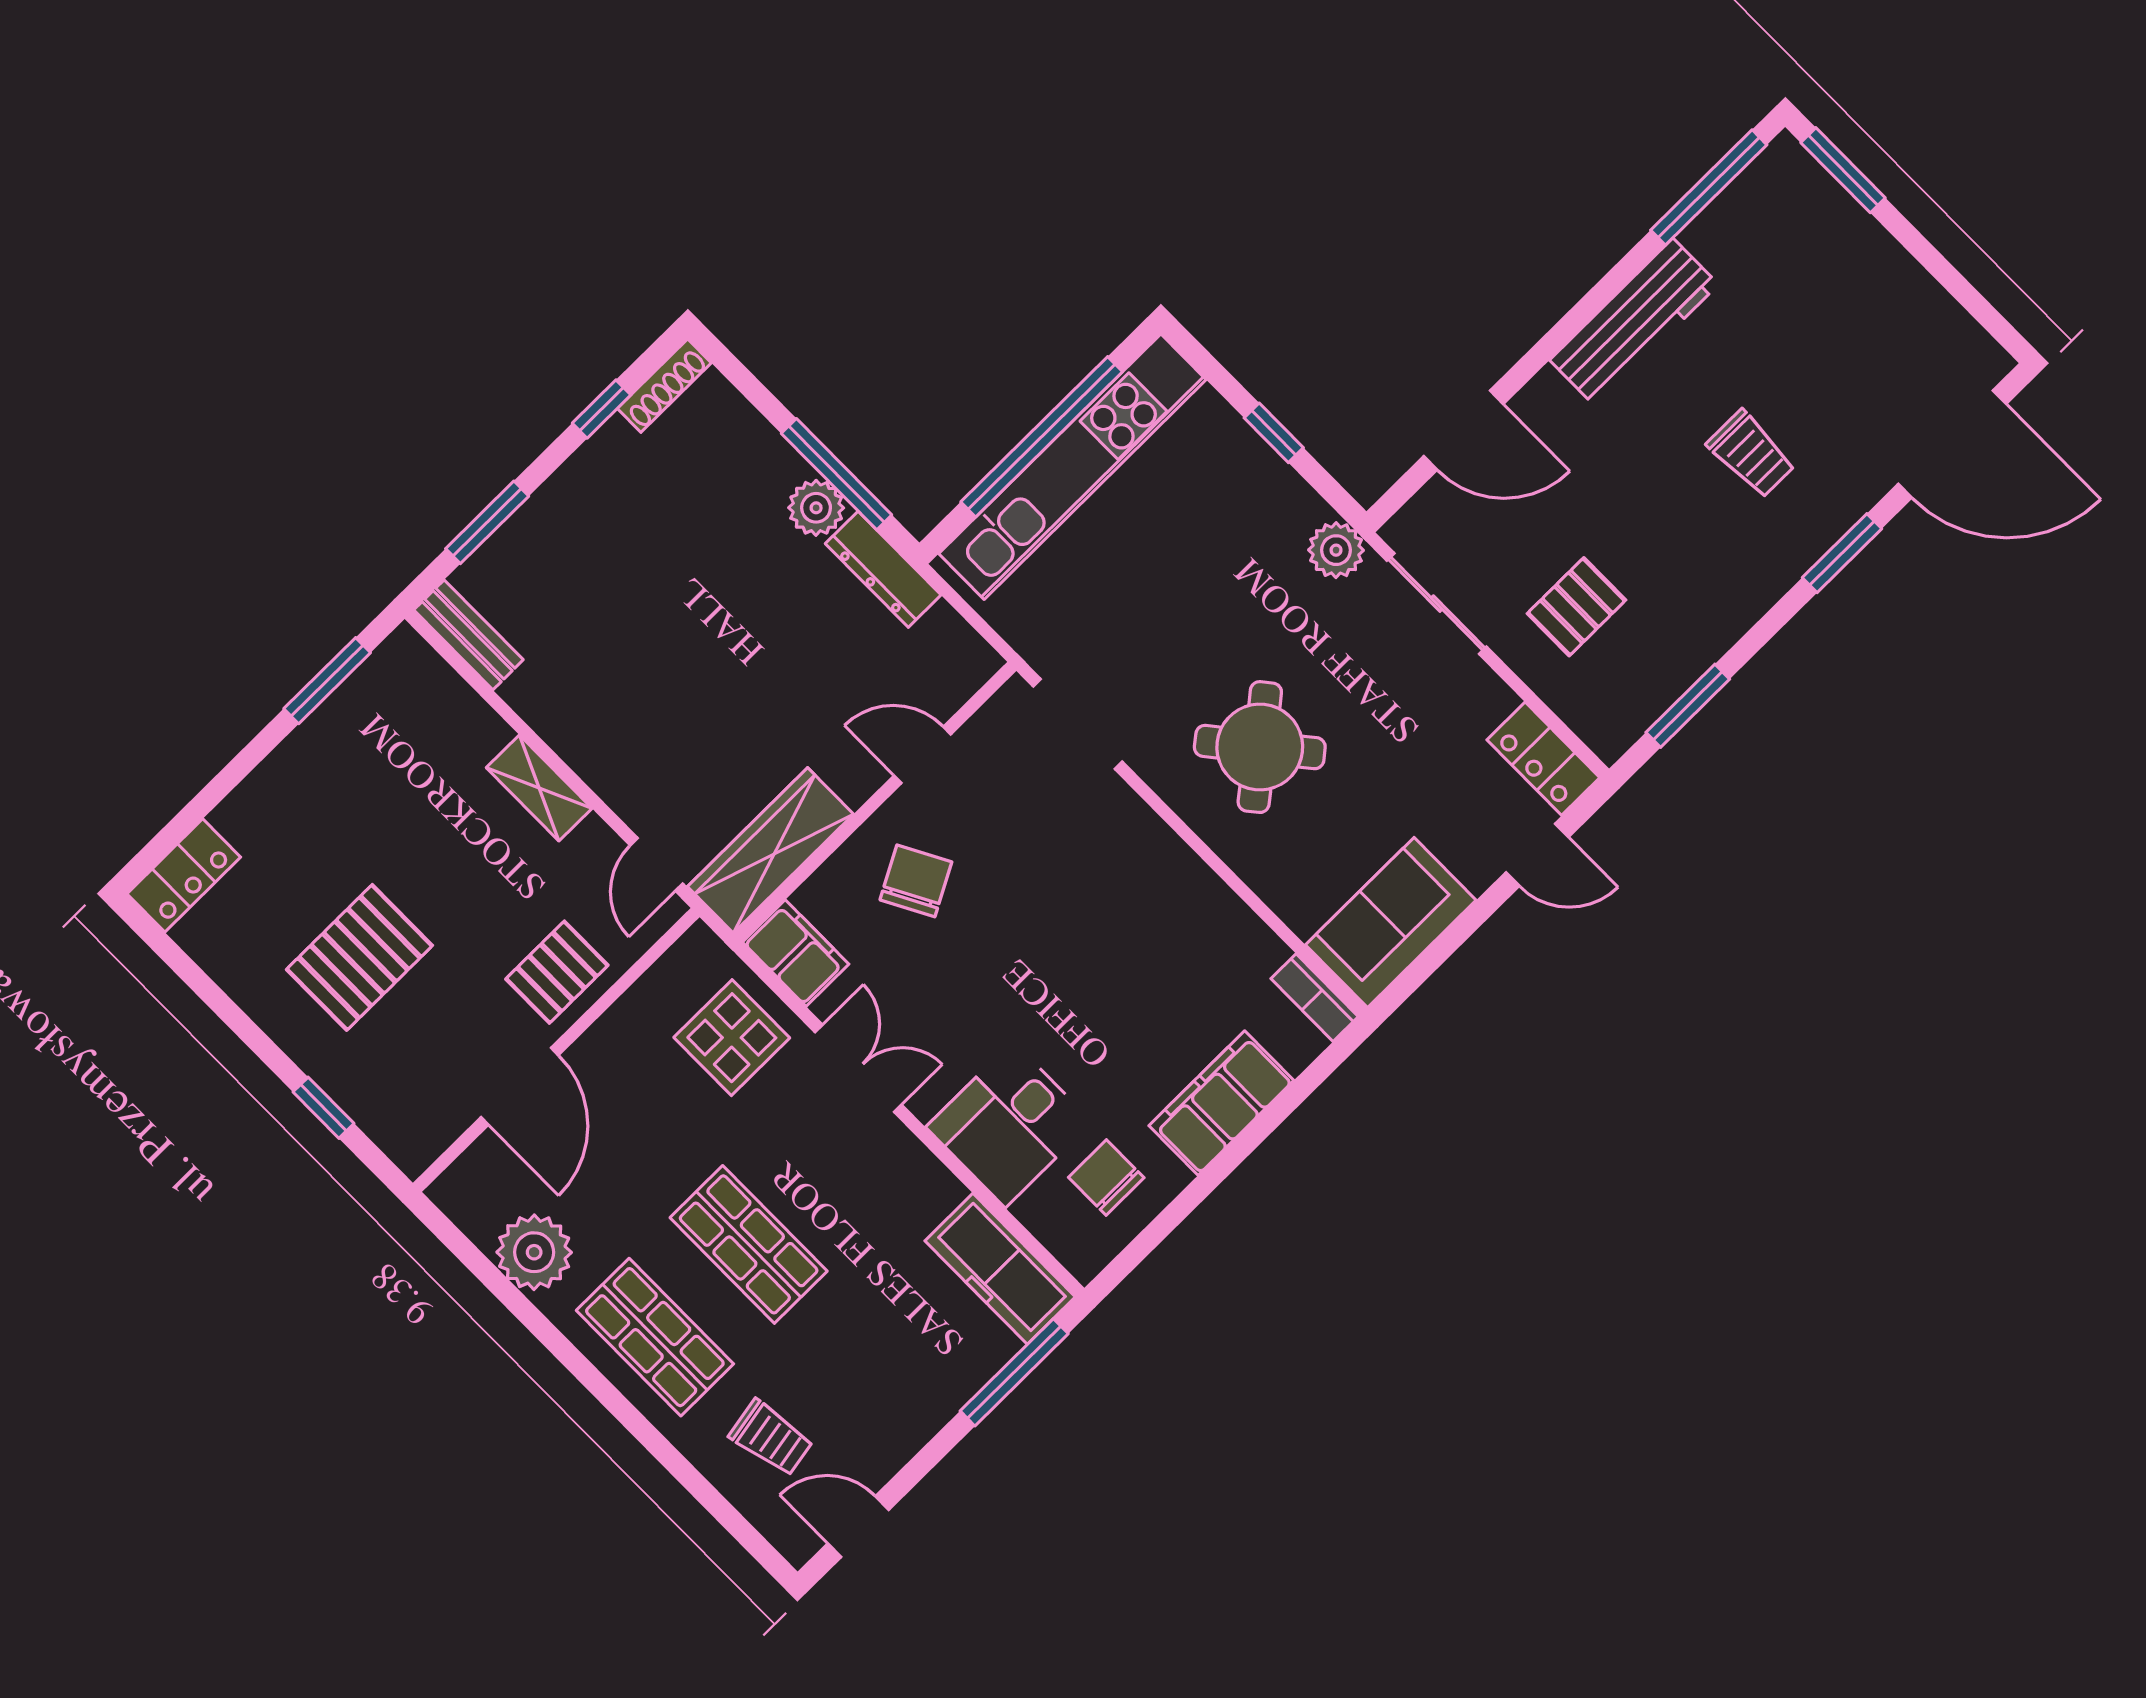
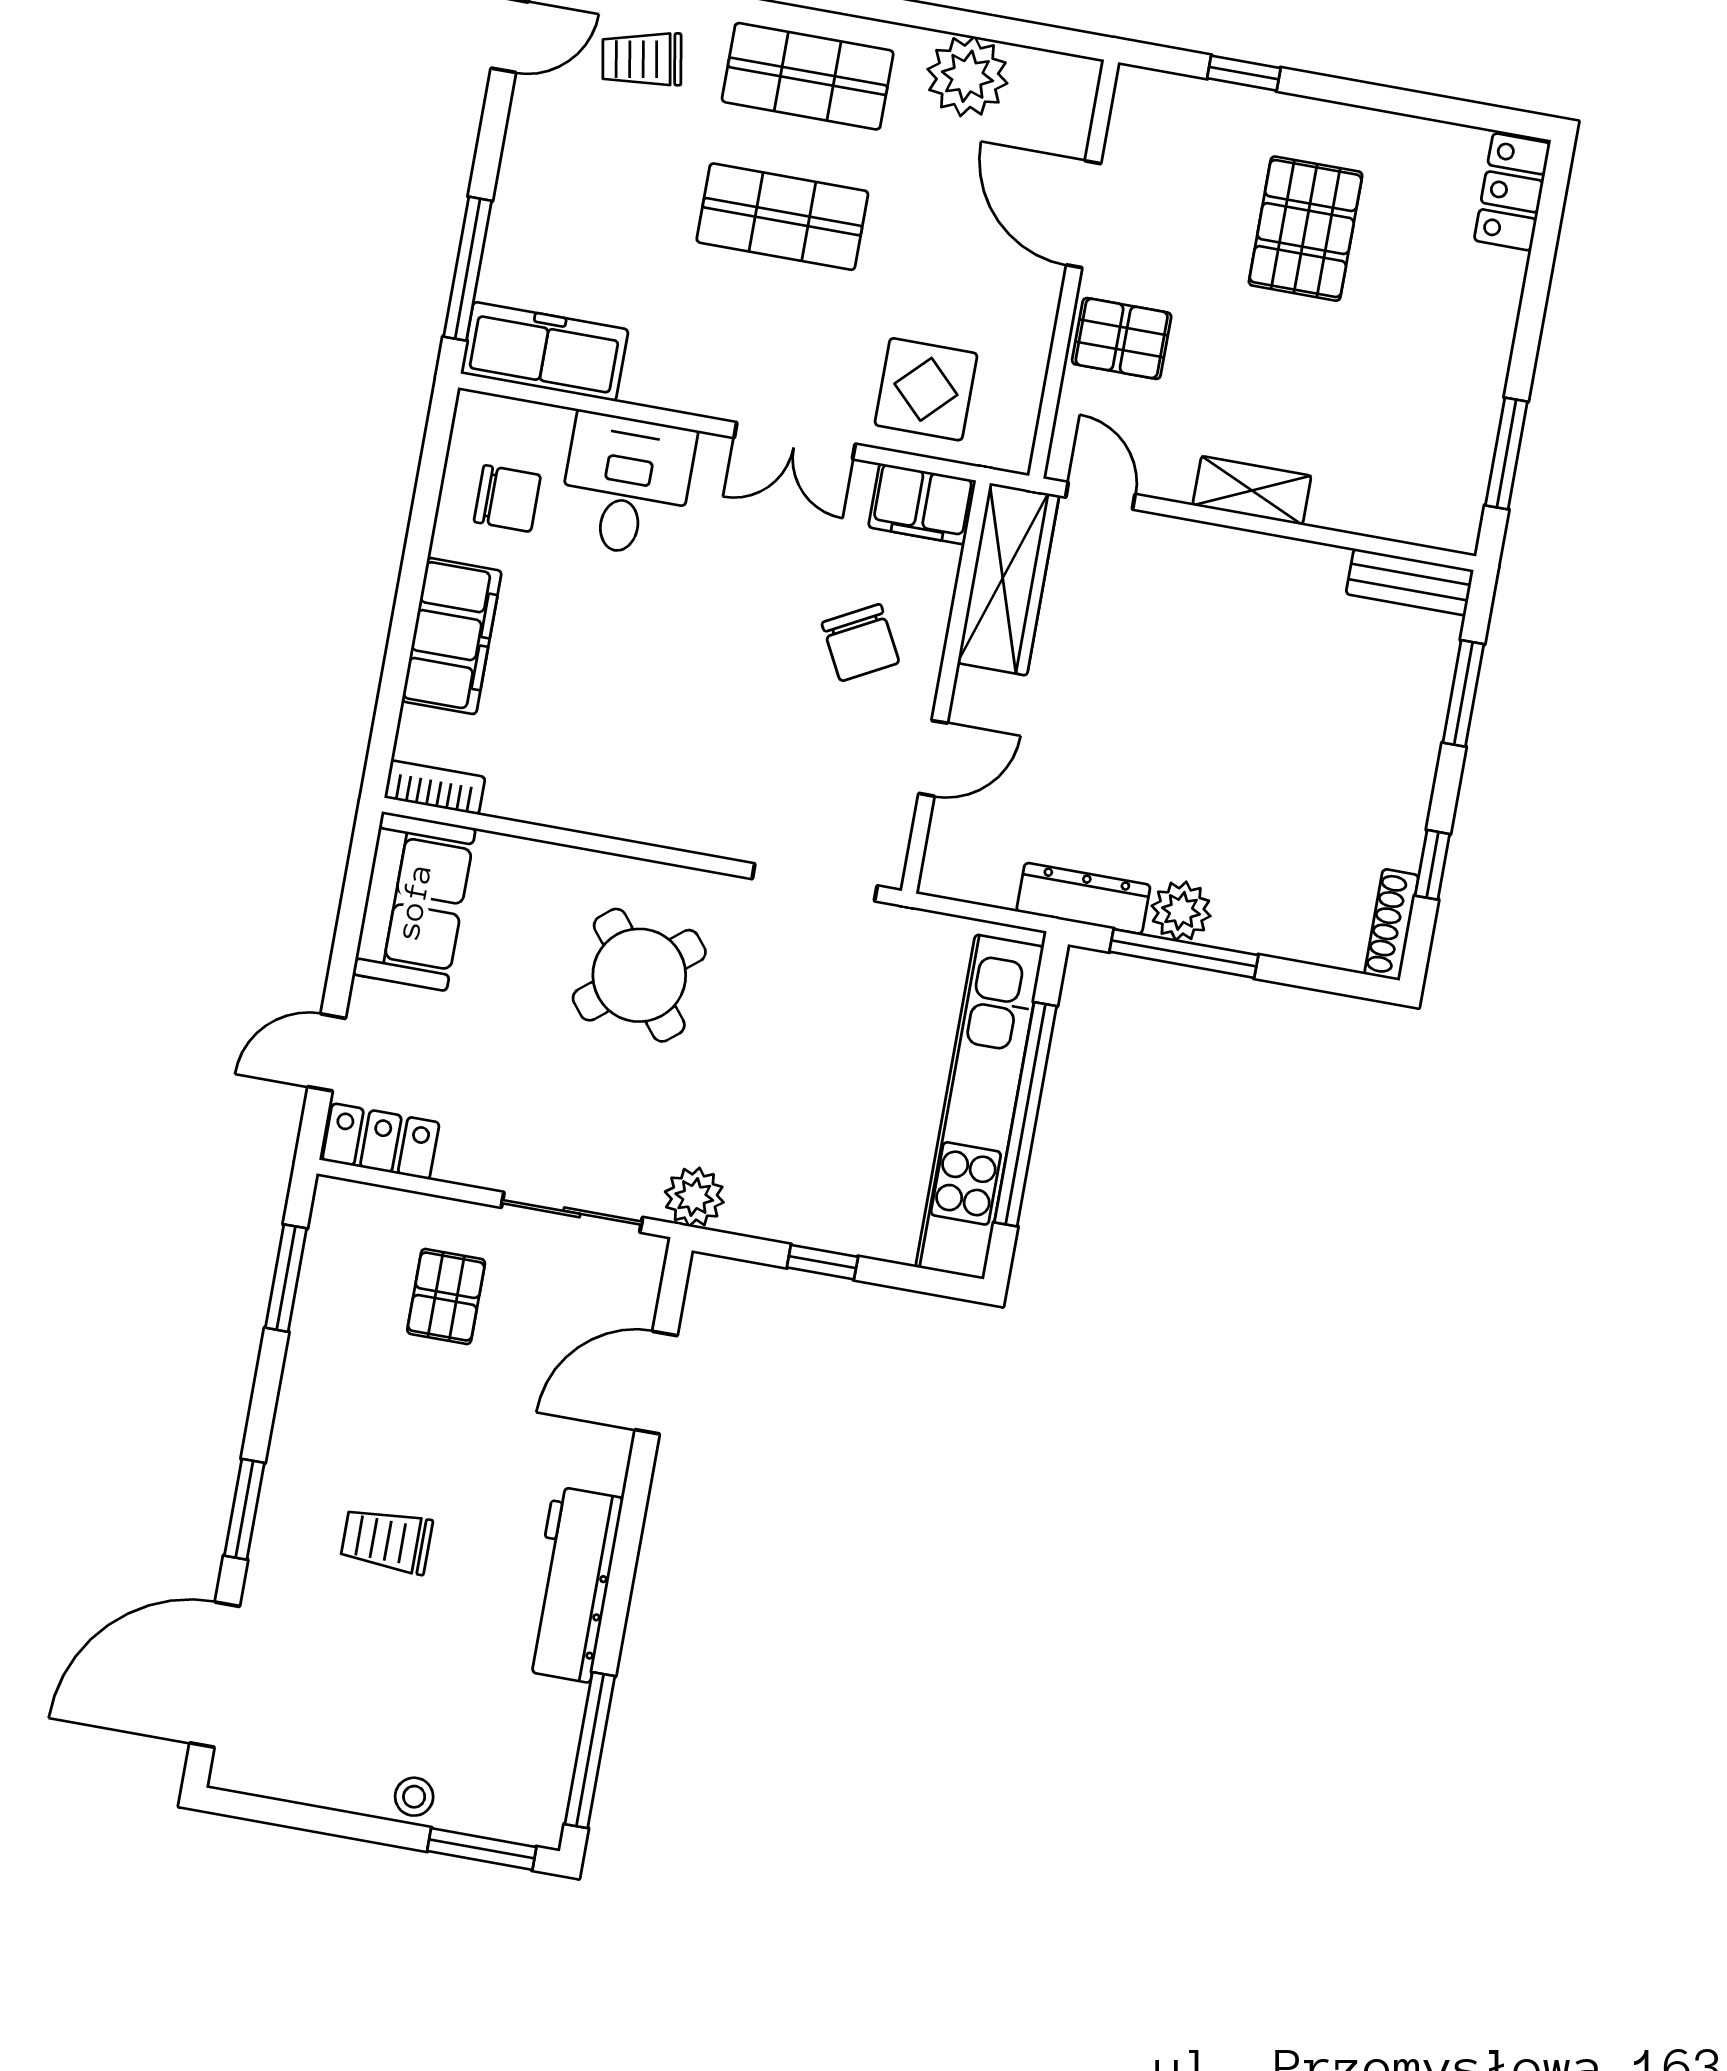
stool: (1866, 246) -> (414, 1797), added
pallet: (557, 972) -> (1122, 338), turned 90

